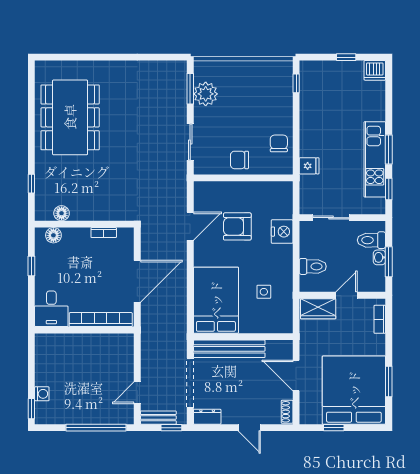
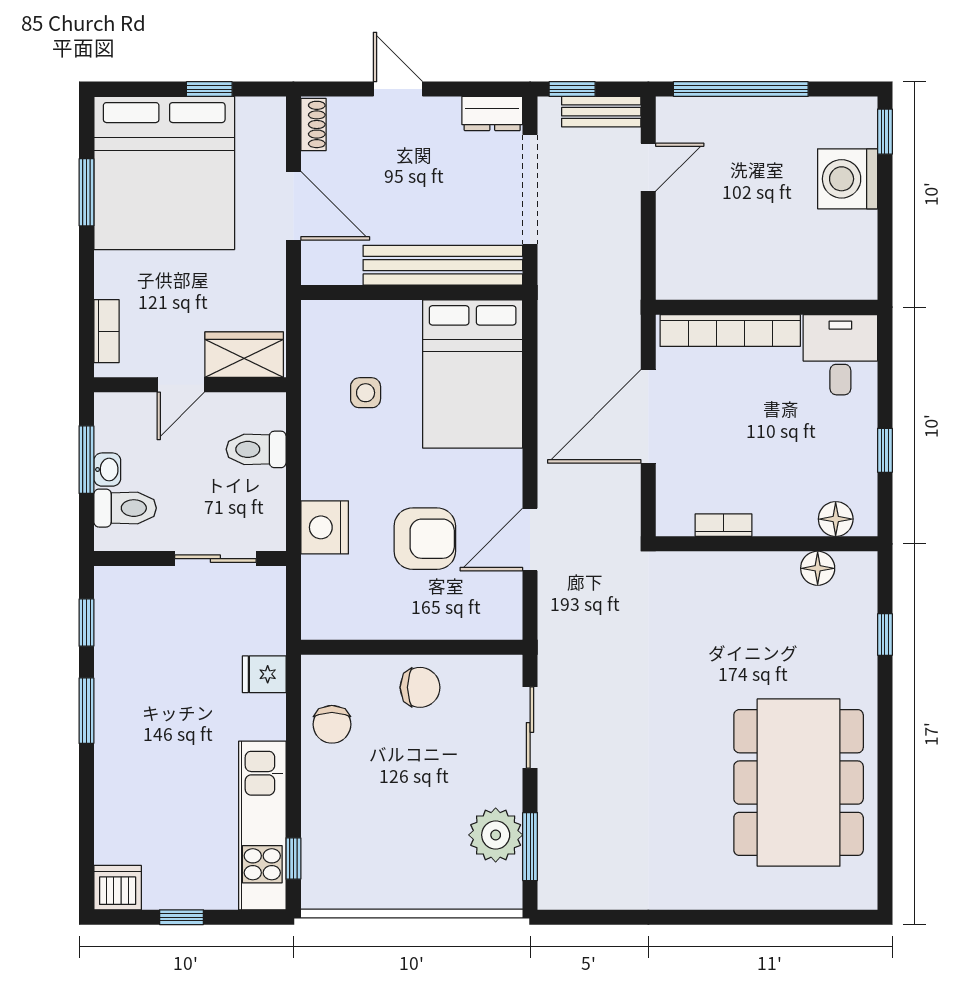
kitchen unit: (375, 159) -> (262, 825), moved, turned 180
washing machine: (42, 394) -> (848, 179), width x1.89, depth x1.89

